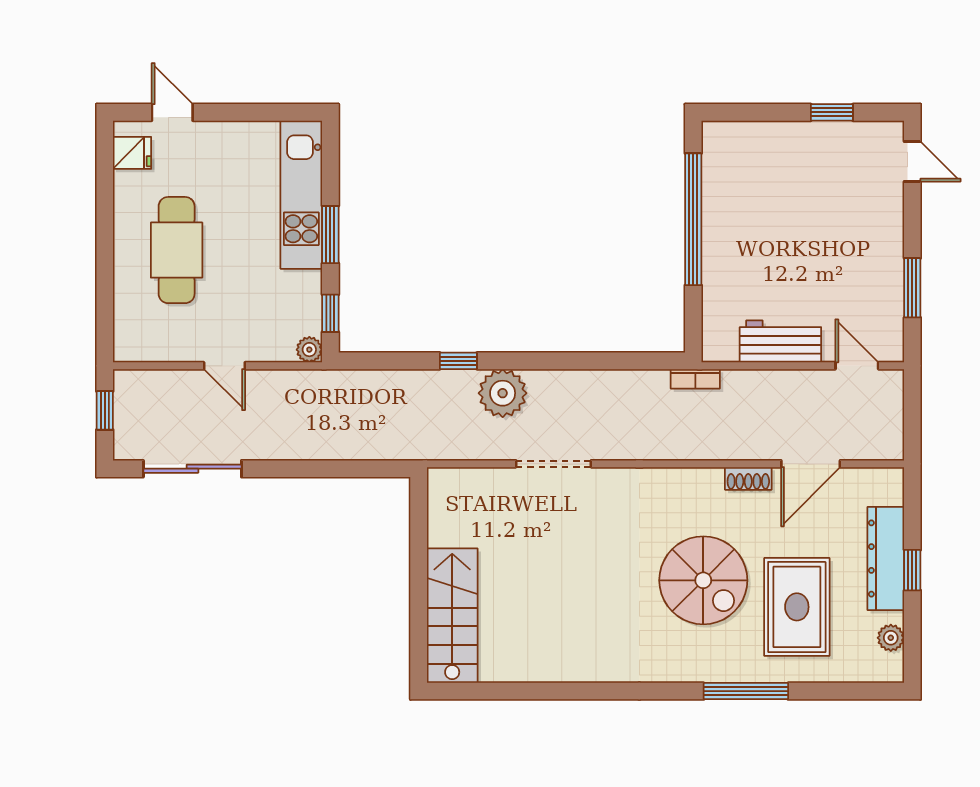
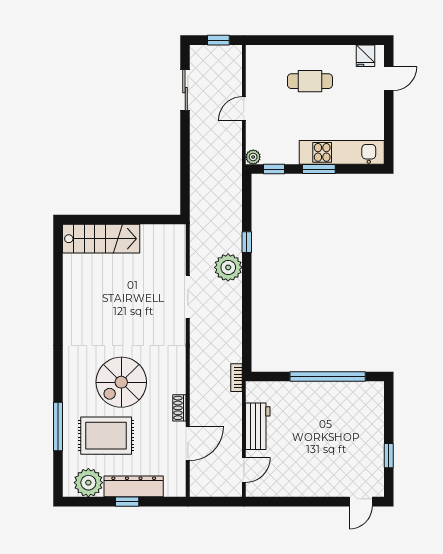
cafe table: (177, 250) -> (310, 81), width x0.73, depth x0.74
window: (912, 288) -> (288, 502), removed
door: (811, 464) -> (188, 444), swing flipped
sliding door: (192, 469) -> (185, 90), width x0.73
plant: (891, 638) -> (88, 483), width x1.88, depth x1.88
window: (746, 691) -> (58, 427), moved

